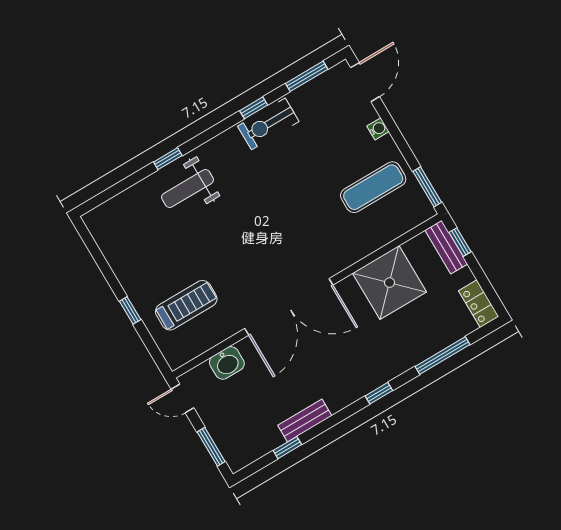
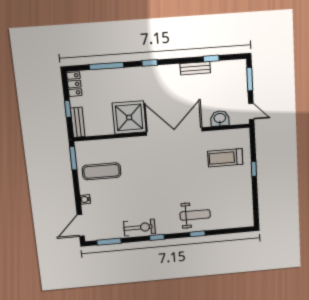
window: (254, 108) -> (157, 237), moved
window: (460, 242) -> (68, 109), moved
shower: (389, 283) -> (129, 117), moved

